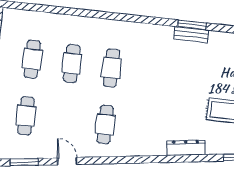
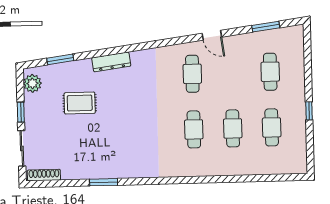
window: (192, 25) -> (104, 182), moved
bench: (191, 34) -> (121, 172), removed
door: (67, 161) -> (212, 35), moved

